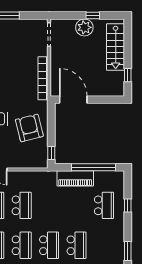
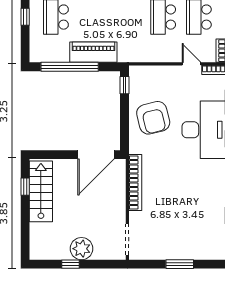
stairs: (116, 47) -> (41, 191), moved
door: (73, 100) -> (96, 155), hinge flipped

